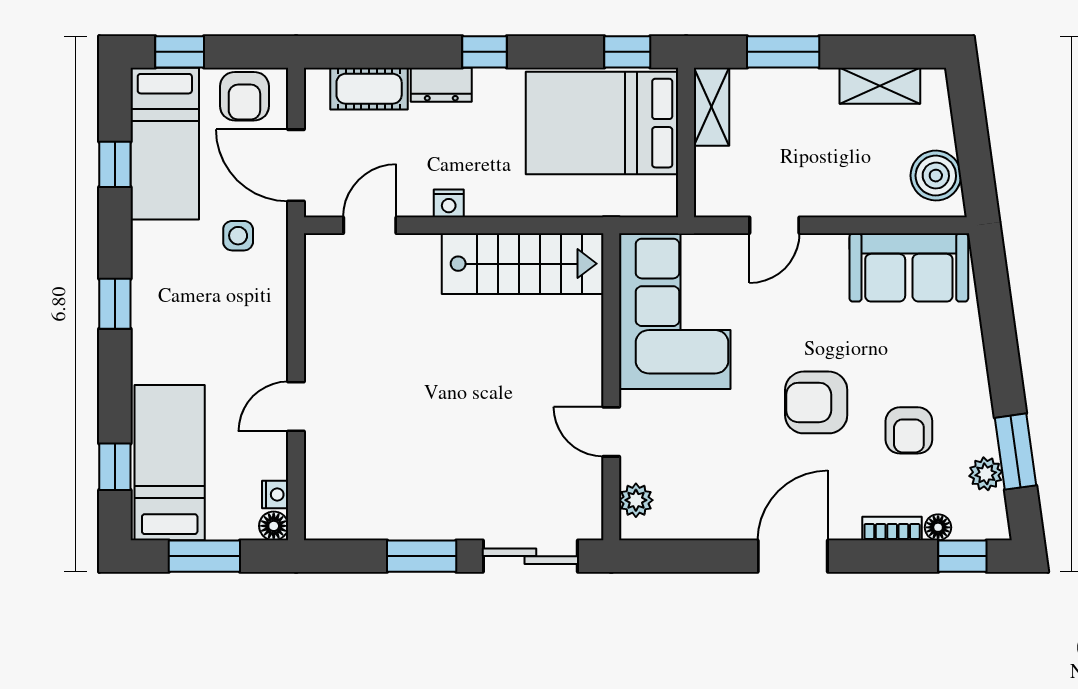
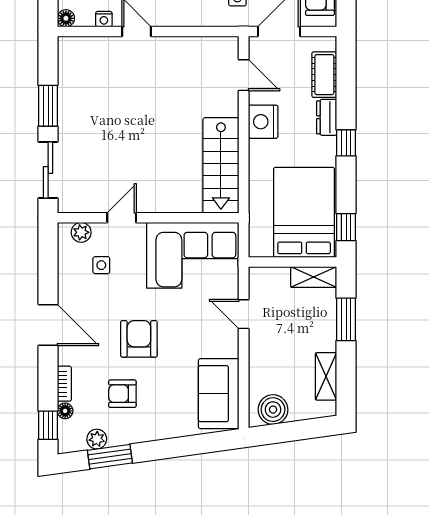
nightstand: (449, 203) -> (263, 122), width x1.89, depth x1.79
side table: (691, 466) -> (101, 265), added
nightstand: (275, 494) -> (104, 19), moved

